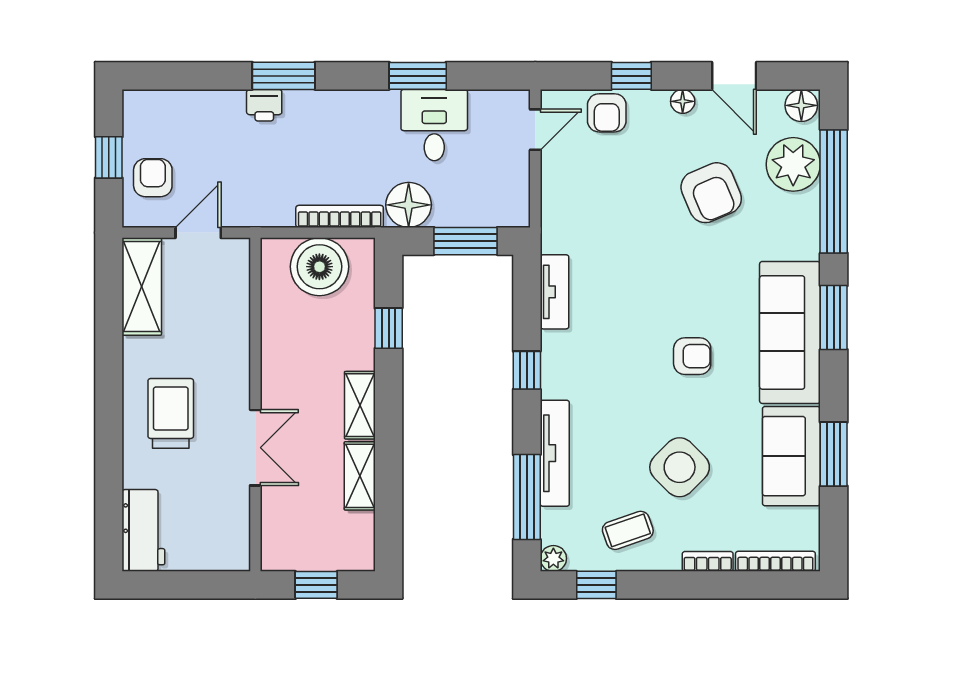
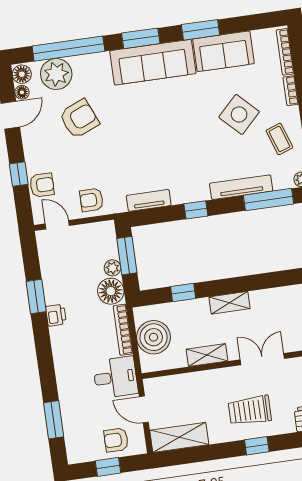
window: (284, 76) -> (54, 420), moved
floor lamp: (683, 101) -> (22, 92), moved
printer: (264, 105) -> (56, 315), moved
desk: (434, 125) -> (115, 377), moved, turned 180
plant: (448, 213) -> (112, 268), added
armchair: (692, 356) -> (92, 200), moved, turned -90
window: (109, 417) -> (257, 446), added
window: (834, 454) -> (201, 30), moved
shelving: (360, 476) -> (207, 355), moved

